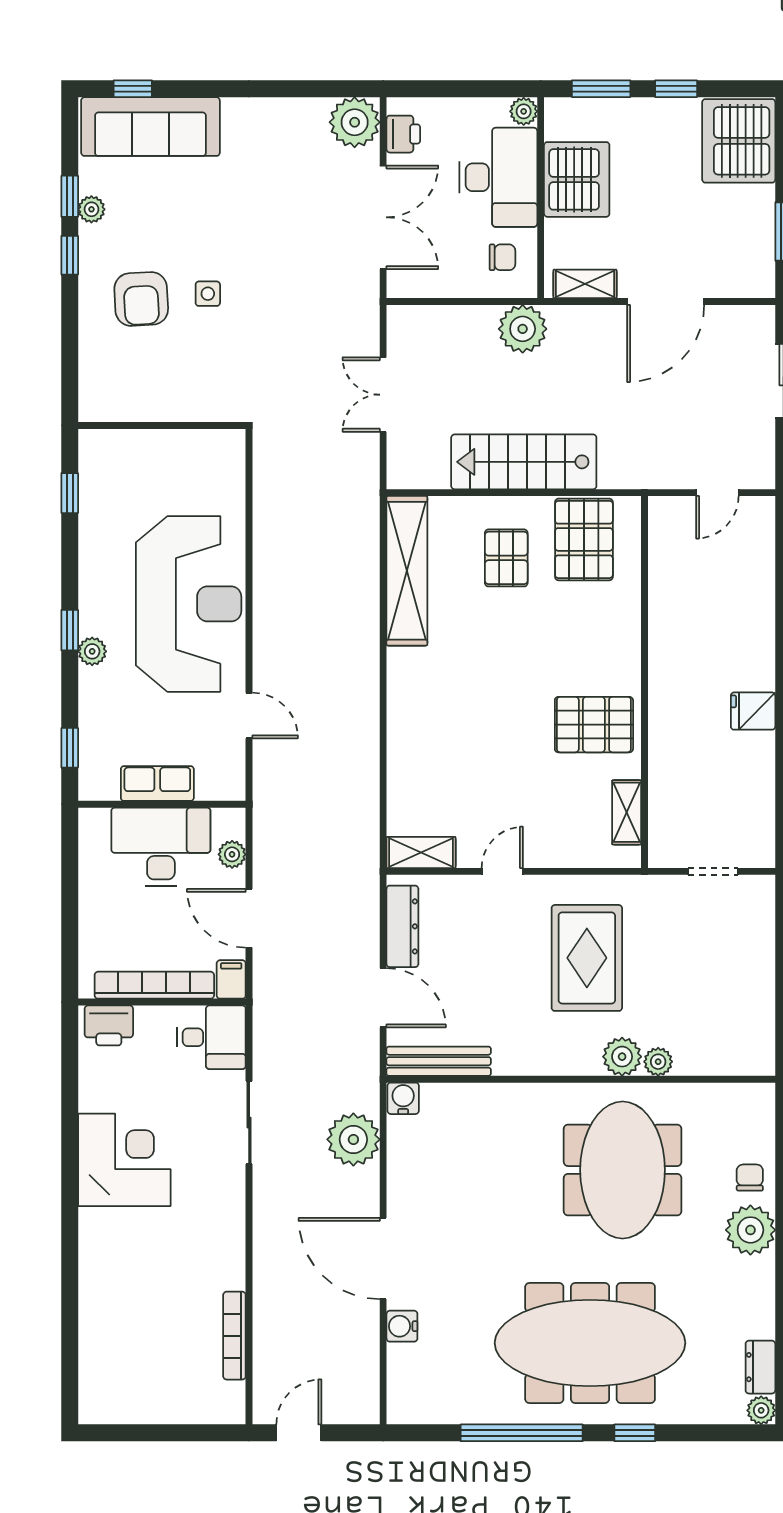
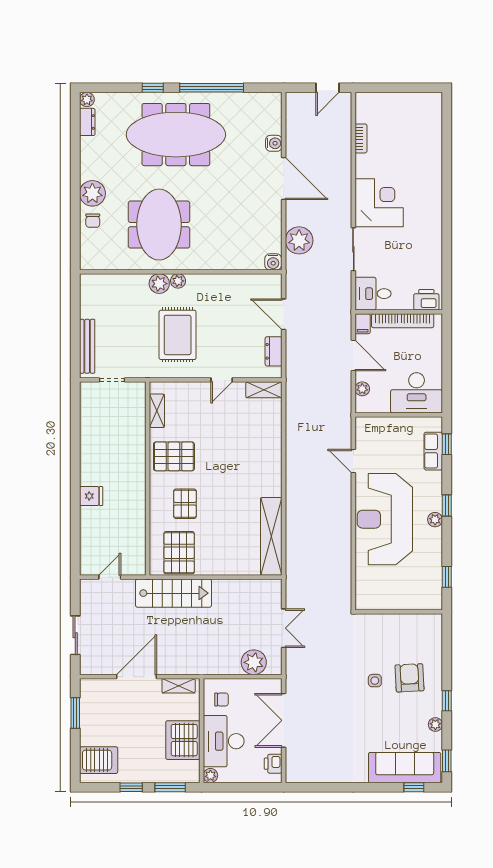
plant: (355, 122) -> (298, 770), removed
server rack: (739, 141) -> (99, 760), width x0.62
window: (70, 196) -> (447, 761), moved
chair: (502, 257) -> (222, 700), turned 180
plant: (523, 329) -> (254, 662), moved
stairs: (524, 462) -> (174, 593), moved
pallet: (506, 558) -> (185, 504), moved
plant: (92, 651) -> (435, 520), moved
fridge: (753, 711) -> (91, 496), moved
row of seats: (157, 784) -> (433, 451), moved, turned 90
desk: (161, 847) -> (417, 393), moved
dresser: (402, 926) -> (274, 351), width x0.70
bench: (439, 1061) -> (87, 346), moved, turned 90
plant: (658, 1062) -> (178, 281), moved
corner desk: (124, 1160) -> (379, 203), moved, turned 180
bookcase: (234, 1336) -> (361, 138), width x0.64

